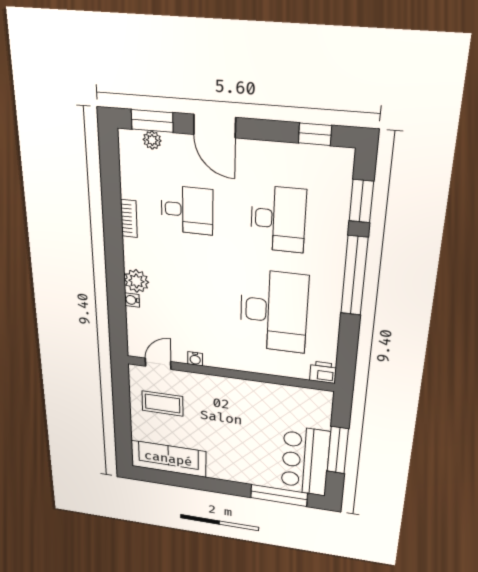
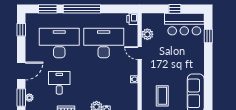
desk: (278, 219) -> (59, 43), width x1.36, depth x1.30
door: (158, 364) -> (140, 53), moved
plant: (288, 395) -> (147, 34), added
window: (338, 450) -> (175, 9), width x0.46
window: (279, 495) -> (208, 36), width x0.46

